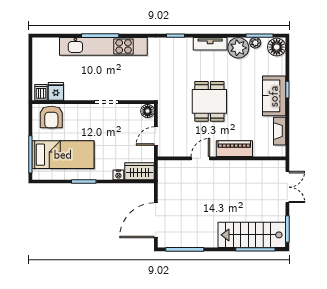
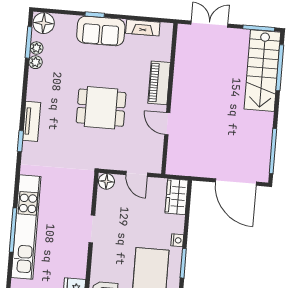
tv unit: (210, 44) -> (32, 121), moved
plant: (238, 48) -> (36, 62), width x0.53, depth x0.53
nightstand: (118, 175) -> (177, 240), moved

